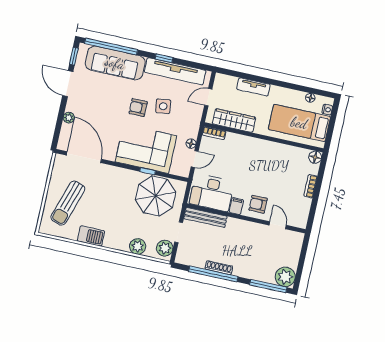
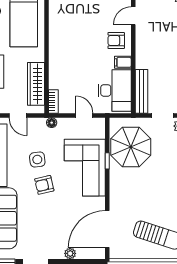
armchair: (138, 108) -> (44, 185), turned 77
floor lamp: (191, 144) -> (52, 123), moved
armchair: (258, 204) -> (116, 41), turned 90

